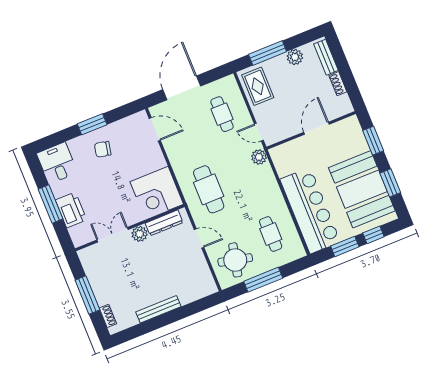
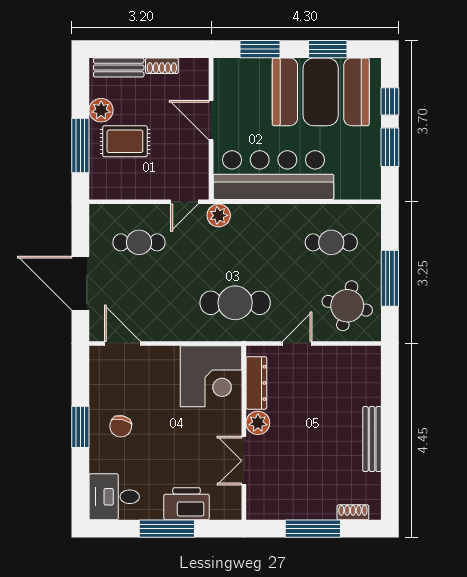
rug: (258, 86) -> (125, 141), moved
door: (155, 129) -> (122, 343), hinge flipped
bar counter: (310, 211) -> (274, 175), moved

